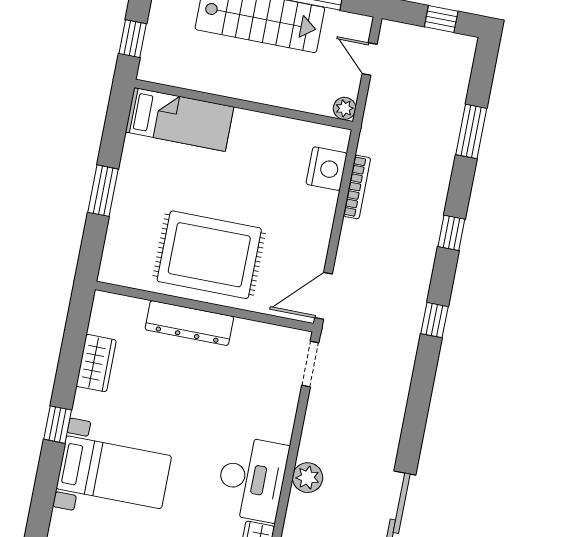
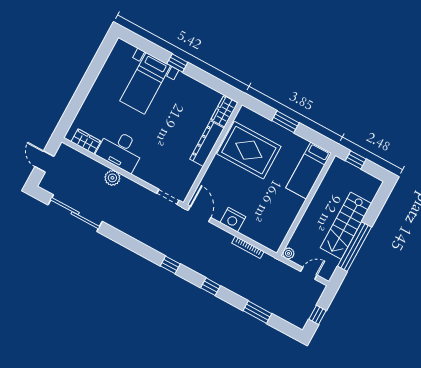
nightstand: (327, 169) -> (233, 220), moved
rug: (209, 255) -> (249, 150), moved, turned 90
wardrobe: (96, 363) -> (224, 111), moved, turned 90

